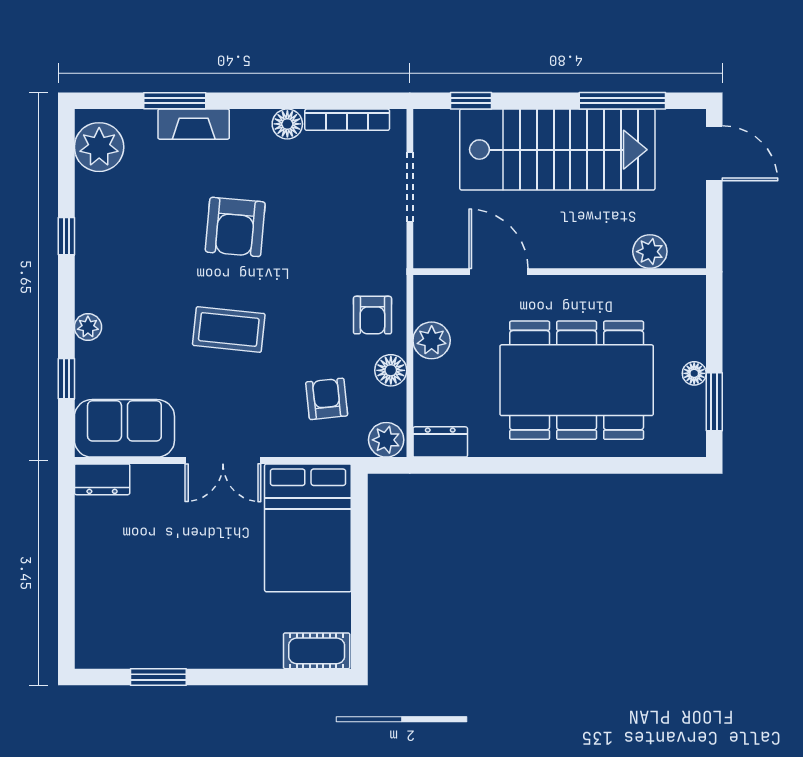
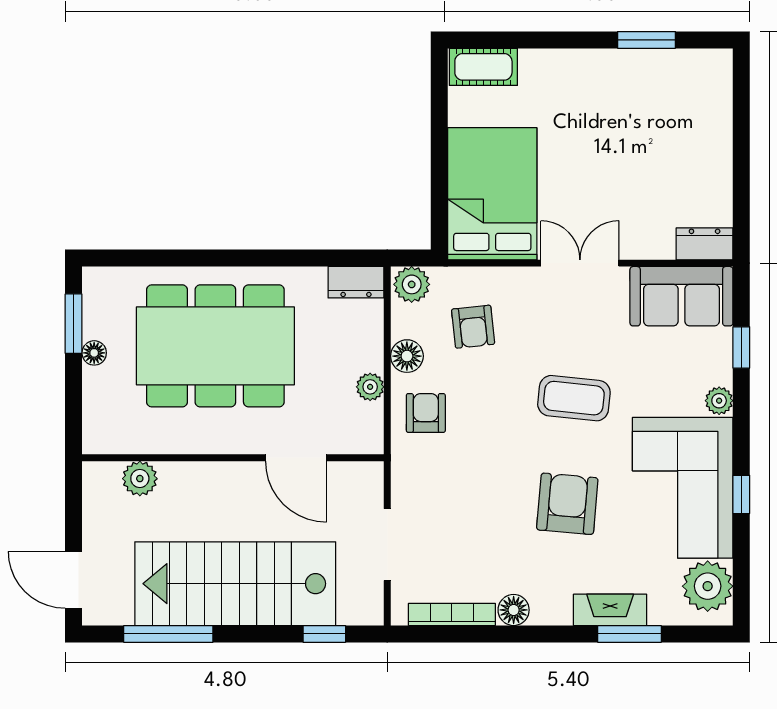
corner sofa: (123, 243) -> (683, 488), added
plant: (432, 340) -> (370, 387), width x0.73, depth x0.73

